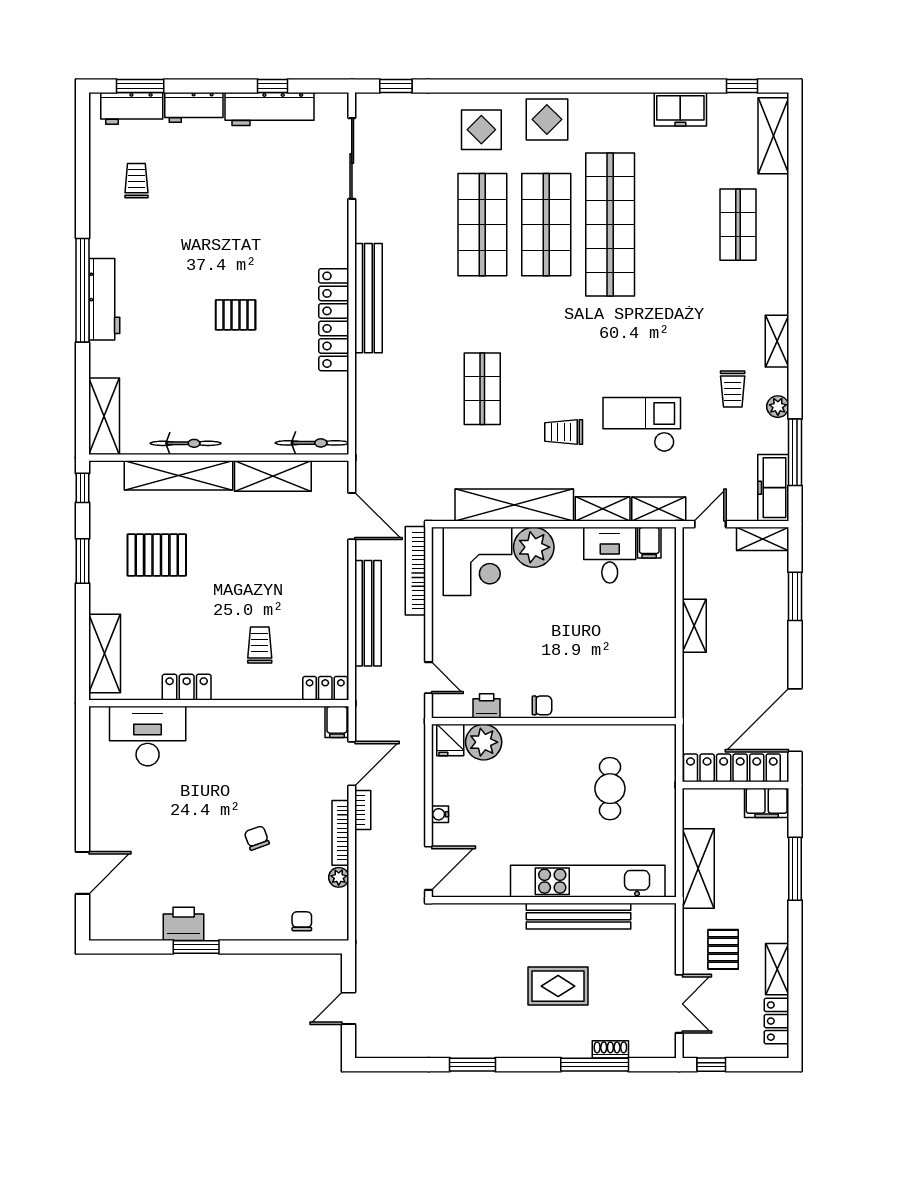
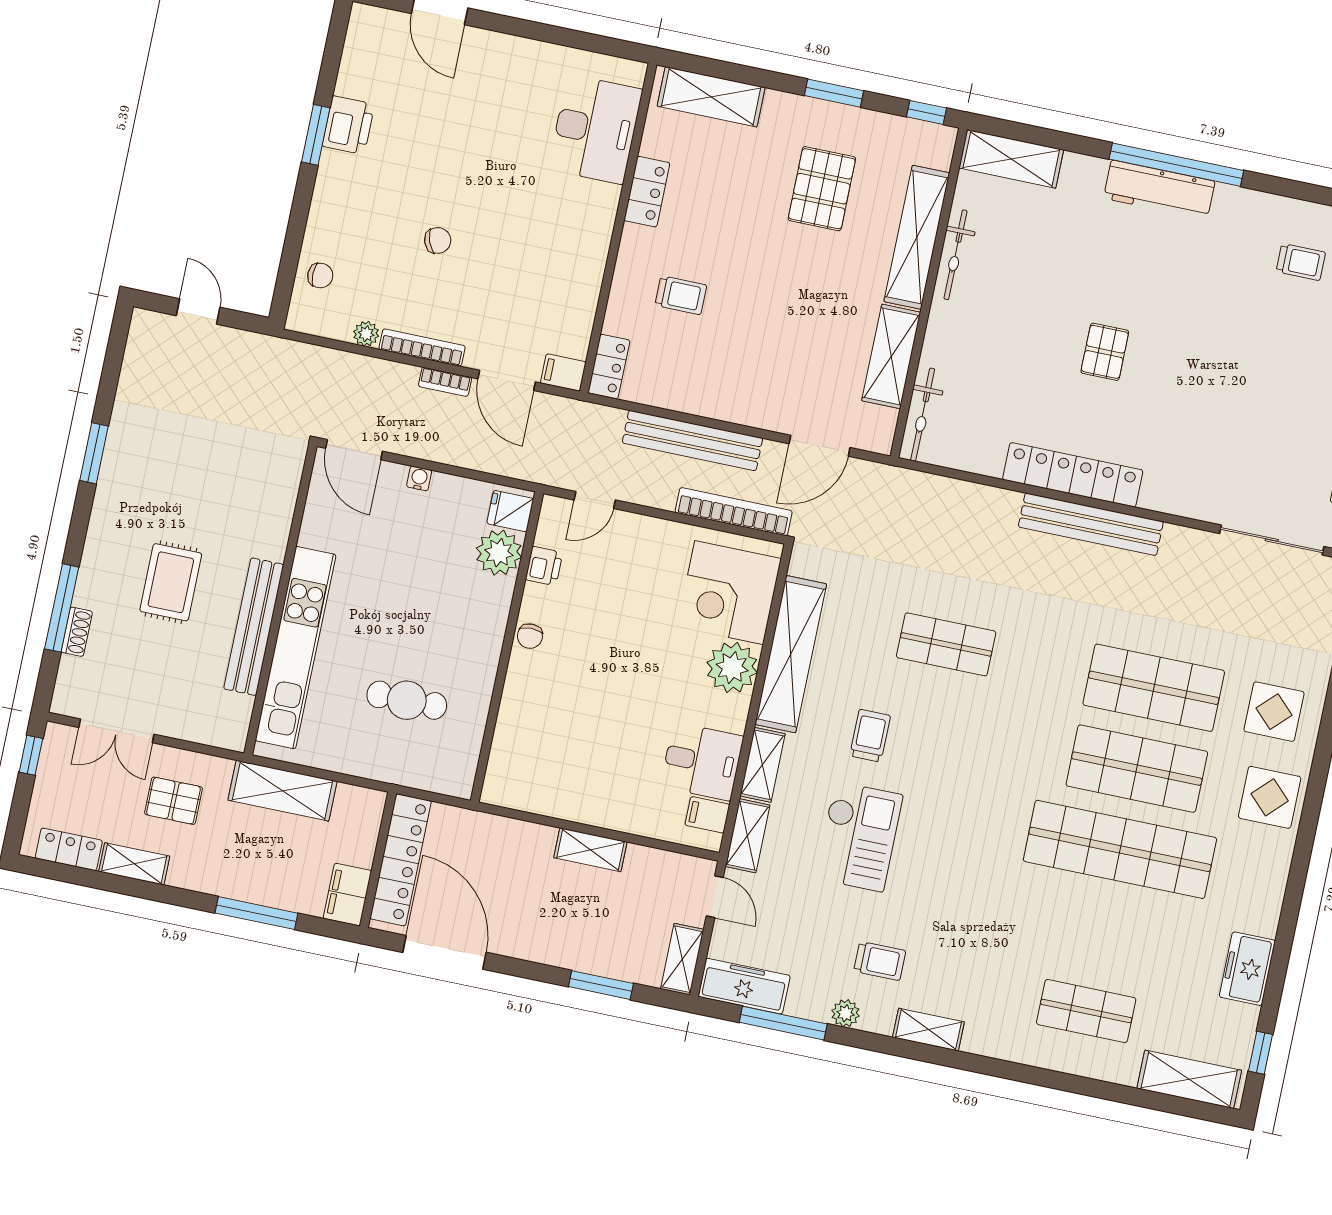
trolley: (733, 389) -> (880, 961), turned 180

